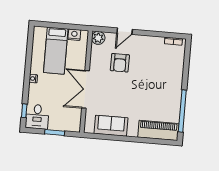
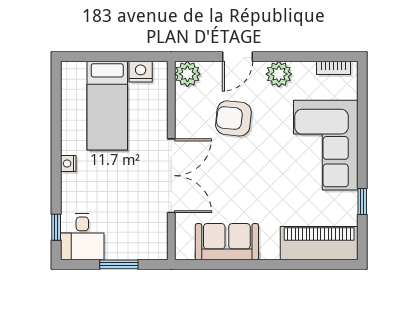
plant: (145, 42) -> (279, 74), added
armchair: (120, 63) -> (233, 118), turned 96
corner sofa: (166, 80) -> (326, 145), added
double door: (85, 89) -> (171, 176), swing flipped
window: (182, 111) -> (362, 201), width x0.32

